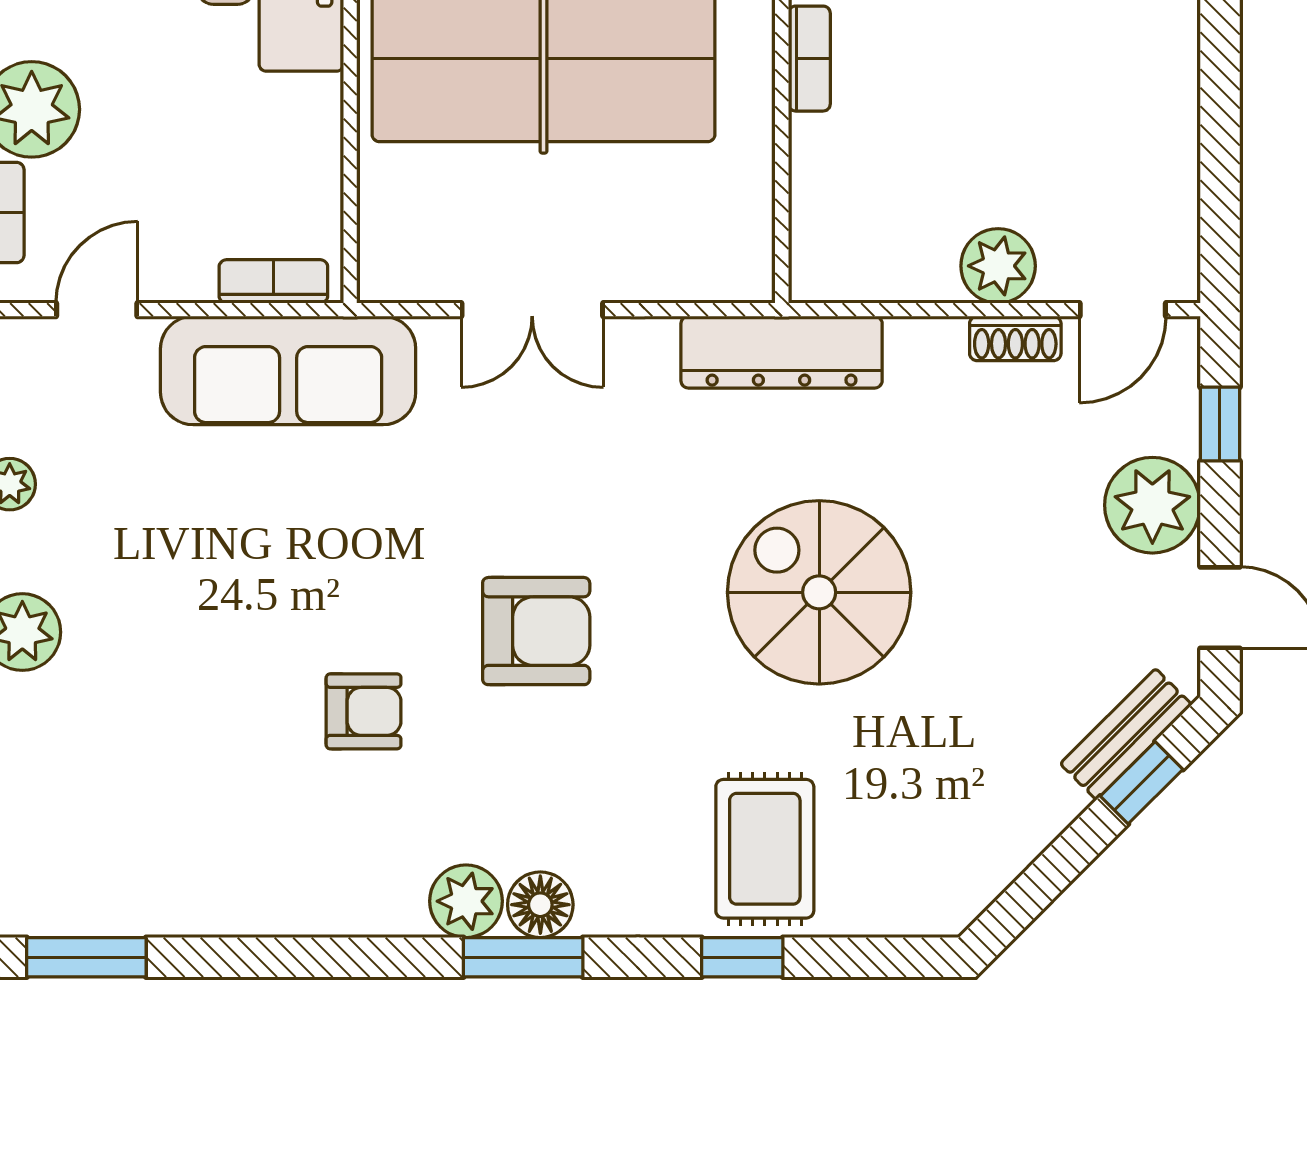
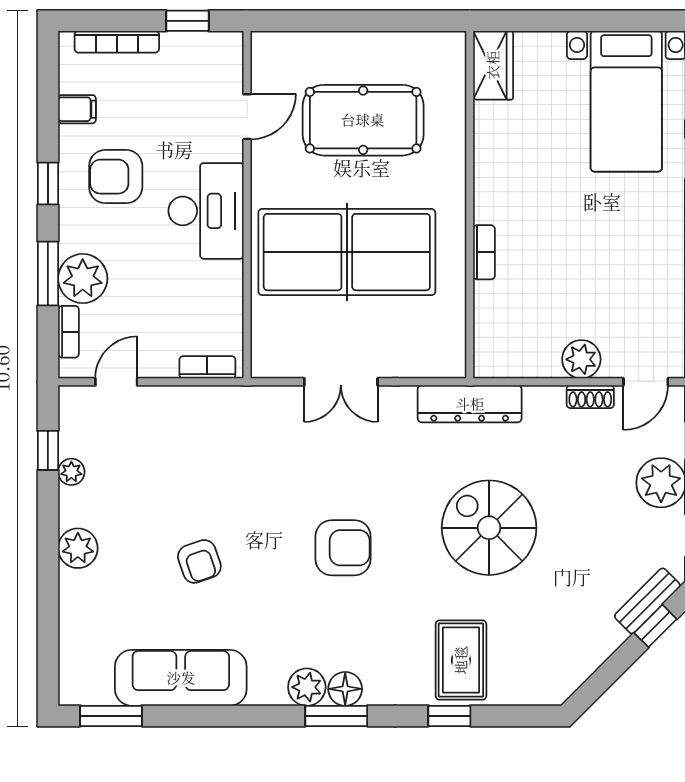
sofa: (288, 370) -> (181, 678), moved, turned 180
armchair: (364, 711) -> (199, 561), moved, turned 71

